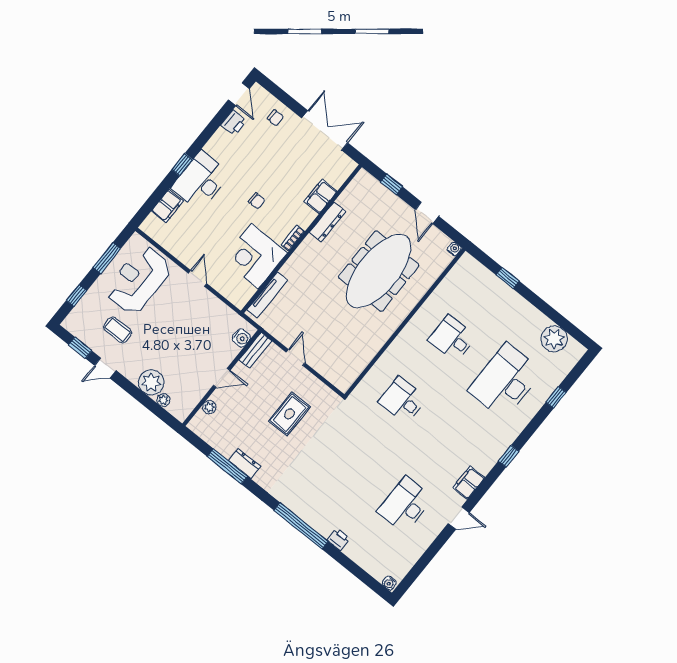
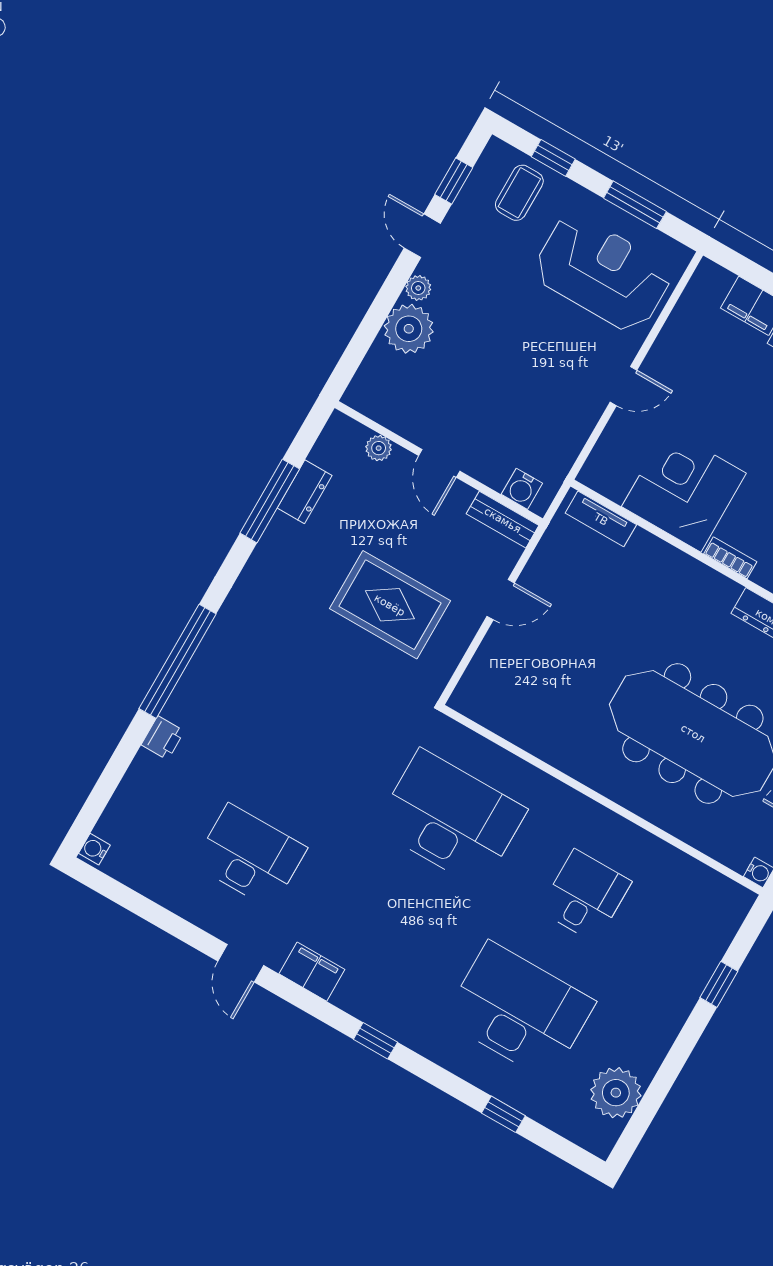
tv unit: (267, 295) -> (601, 519), width x0.71
coffee table: (118, 330) -> (519, 193), moved
plant: (163, 400) -> (418, 288), moved
desk: (402, 400) -> (451, 819), width x1.87, depth x1.30
rug: (289, 414) -> (390, 605), width x1.36, depth x1.43
dresser: (245, 464) -> (305, 492), moved

